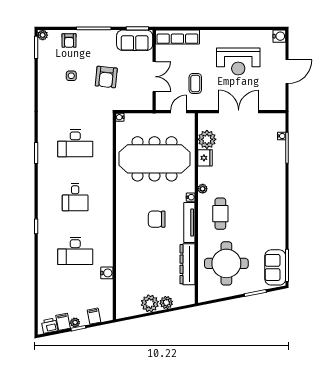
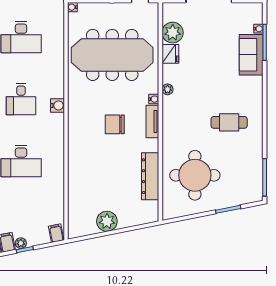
cafe table: (220, 214) -> (229, 122), moved, turned 90
tv unit: (189, 223) -> (152, 121), width x0.71
sofa: (275, 267) -> (251, 55), moved
water cooler: (107, 273) -> (57, 105), moved
plant: (166, 303) -> (126, 220), removed
filing cabinet: (94, 316) -> (56, 233), moved

